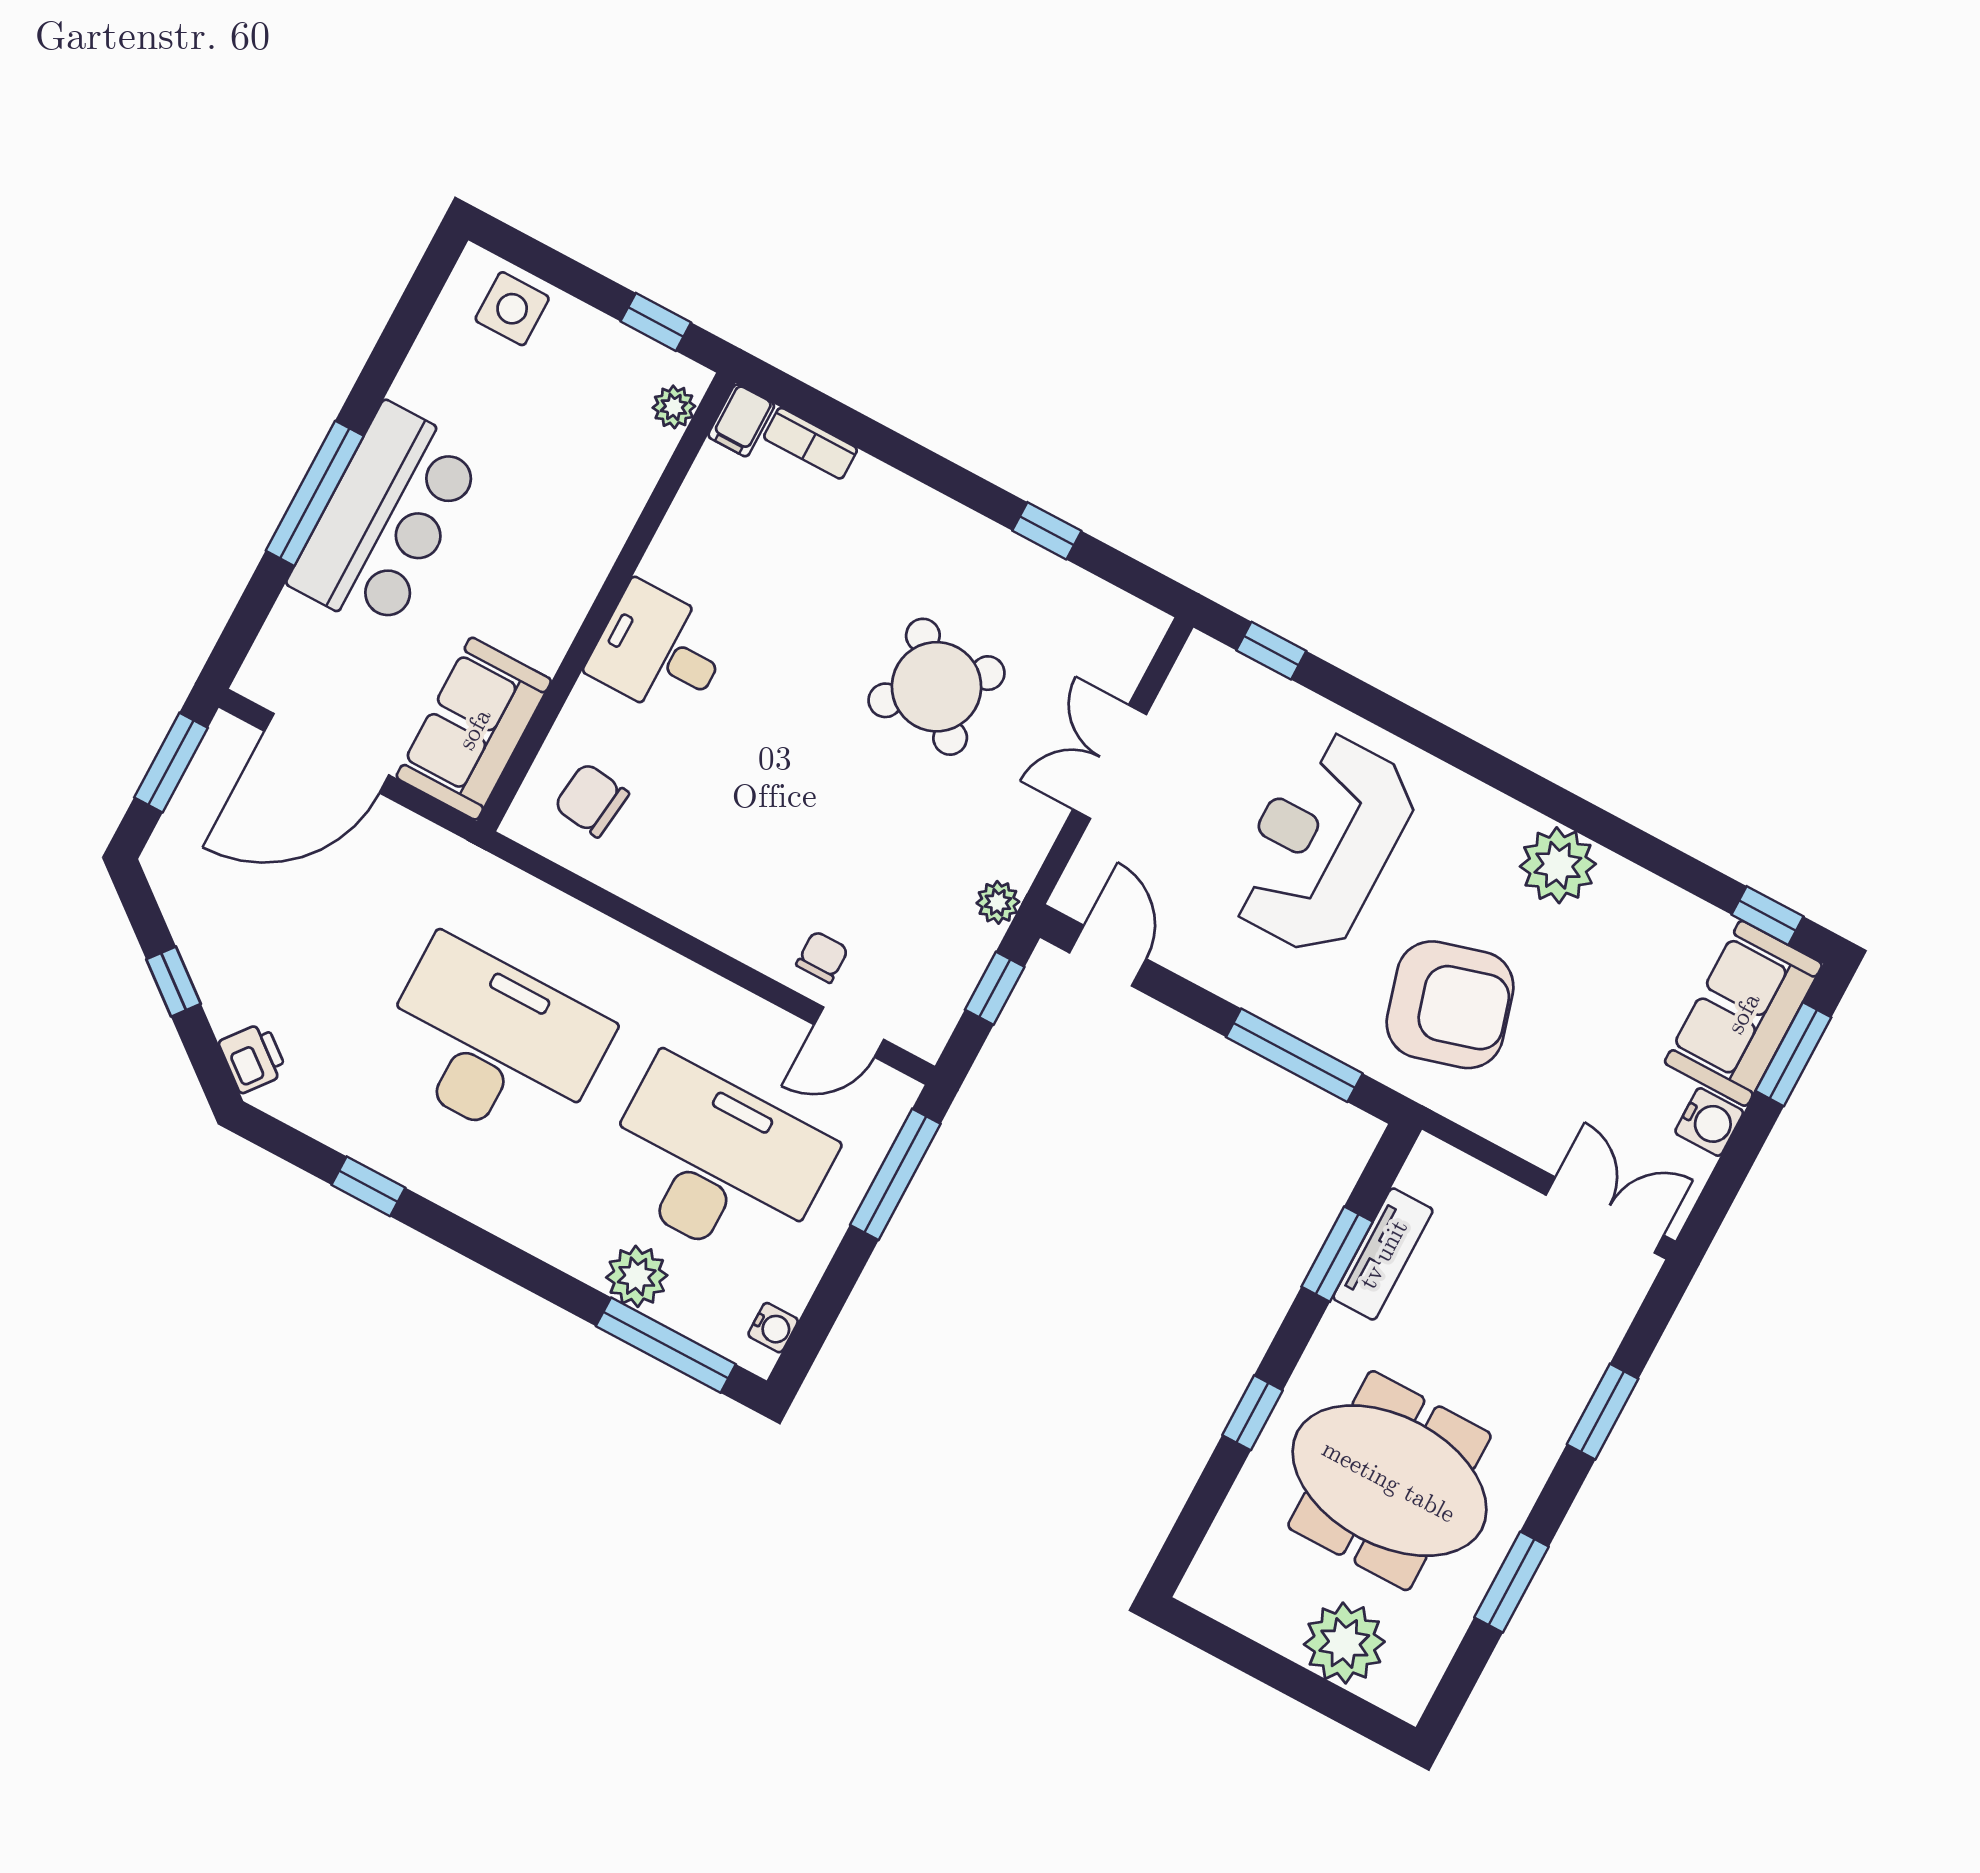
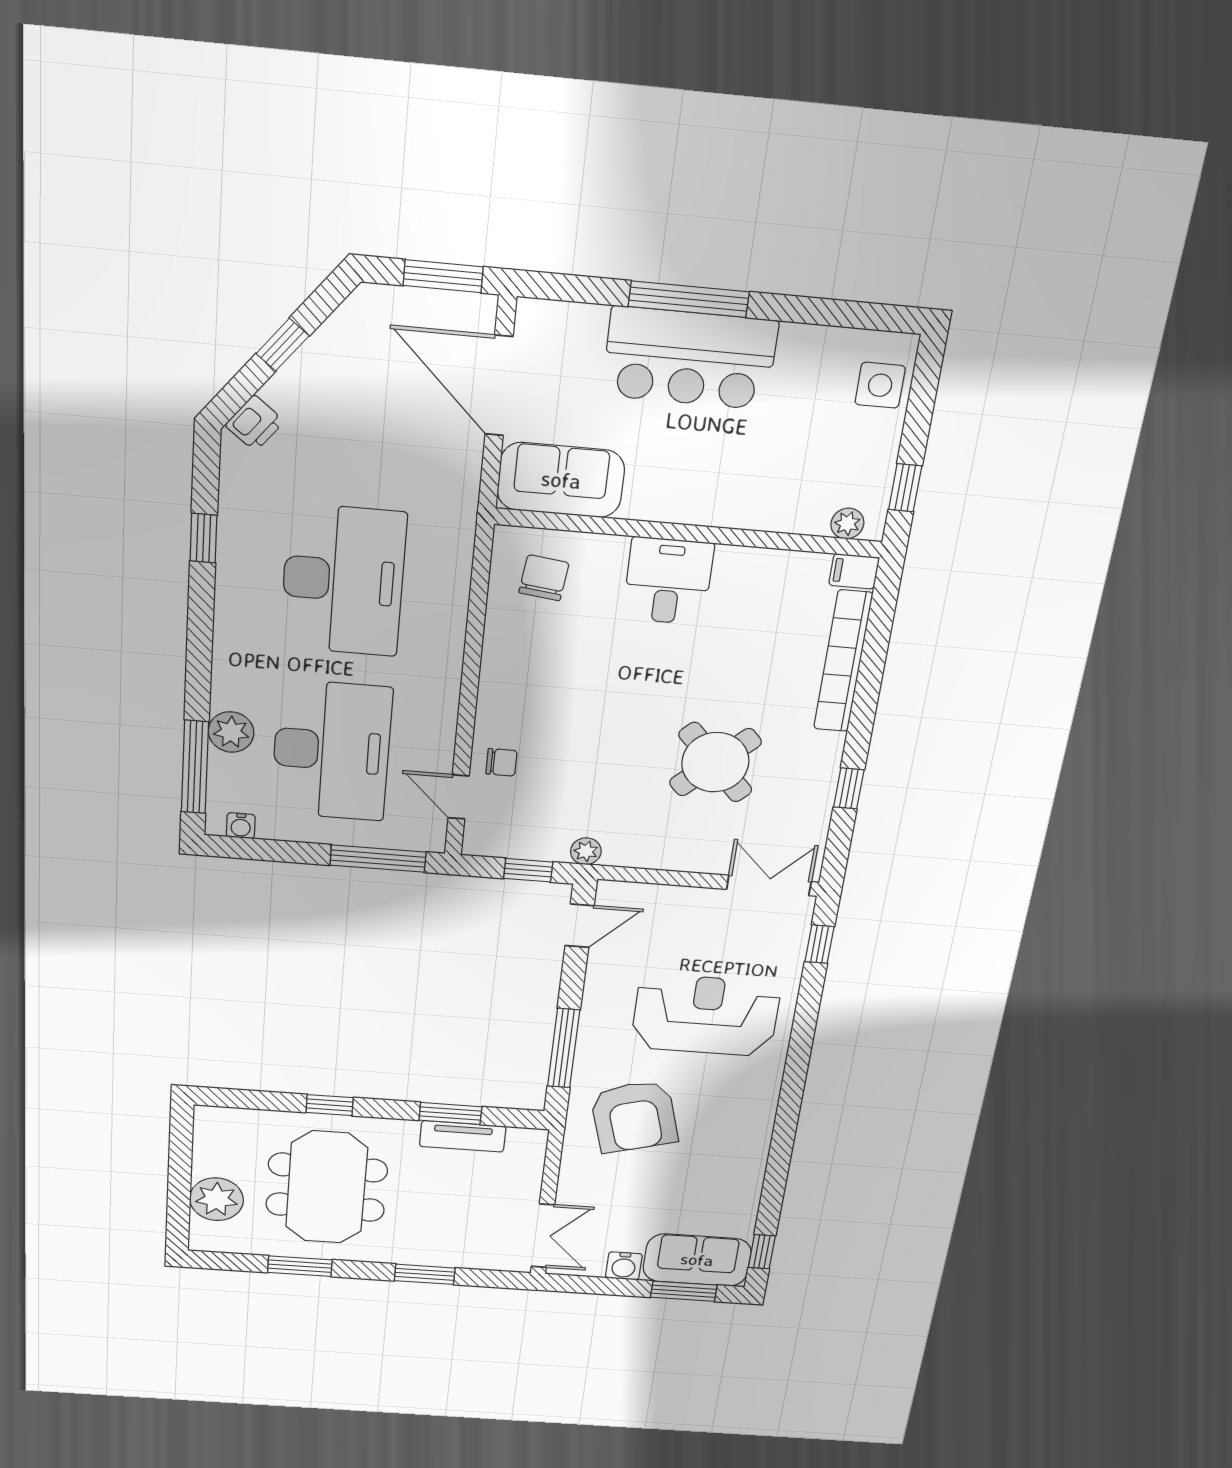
bookcase: (811, 443) -> (843, 661), width x2.31, depth x1.31
double door: (1110, 762) -> (769, 885), moved
plant: (1558, 865) -> (746, 1141), removed

